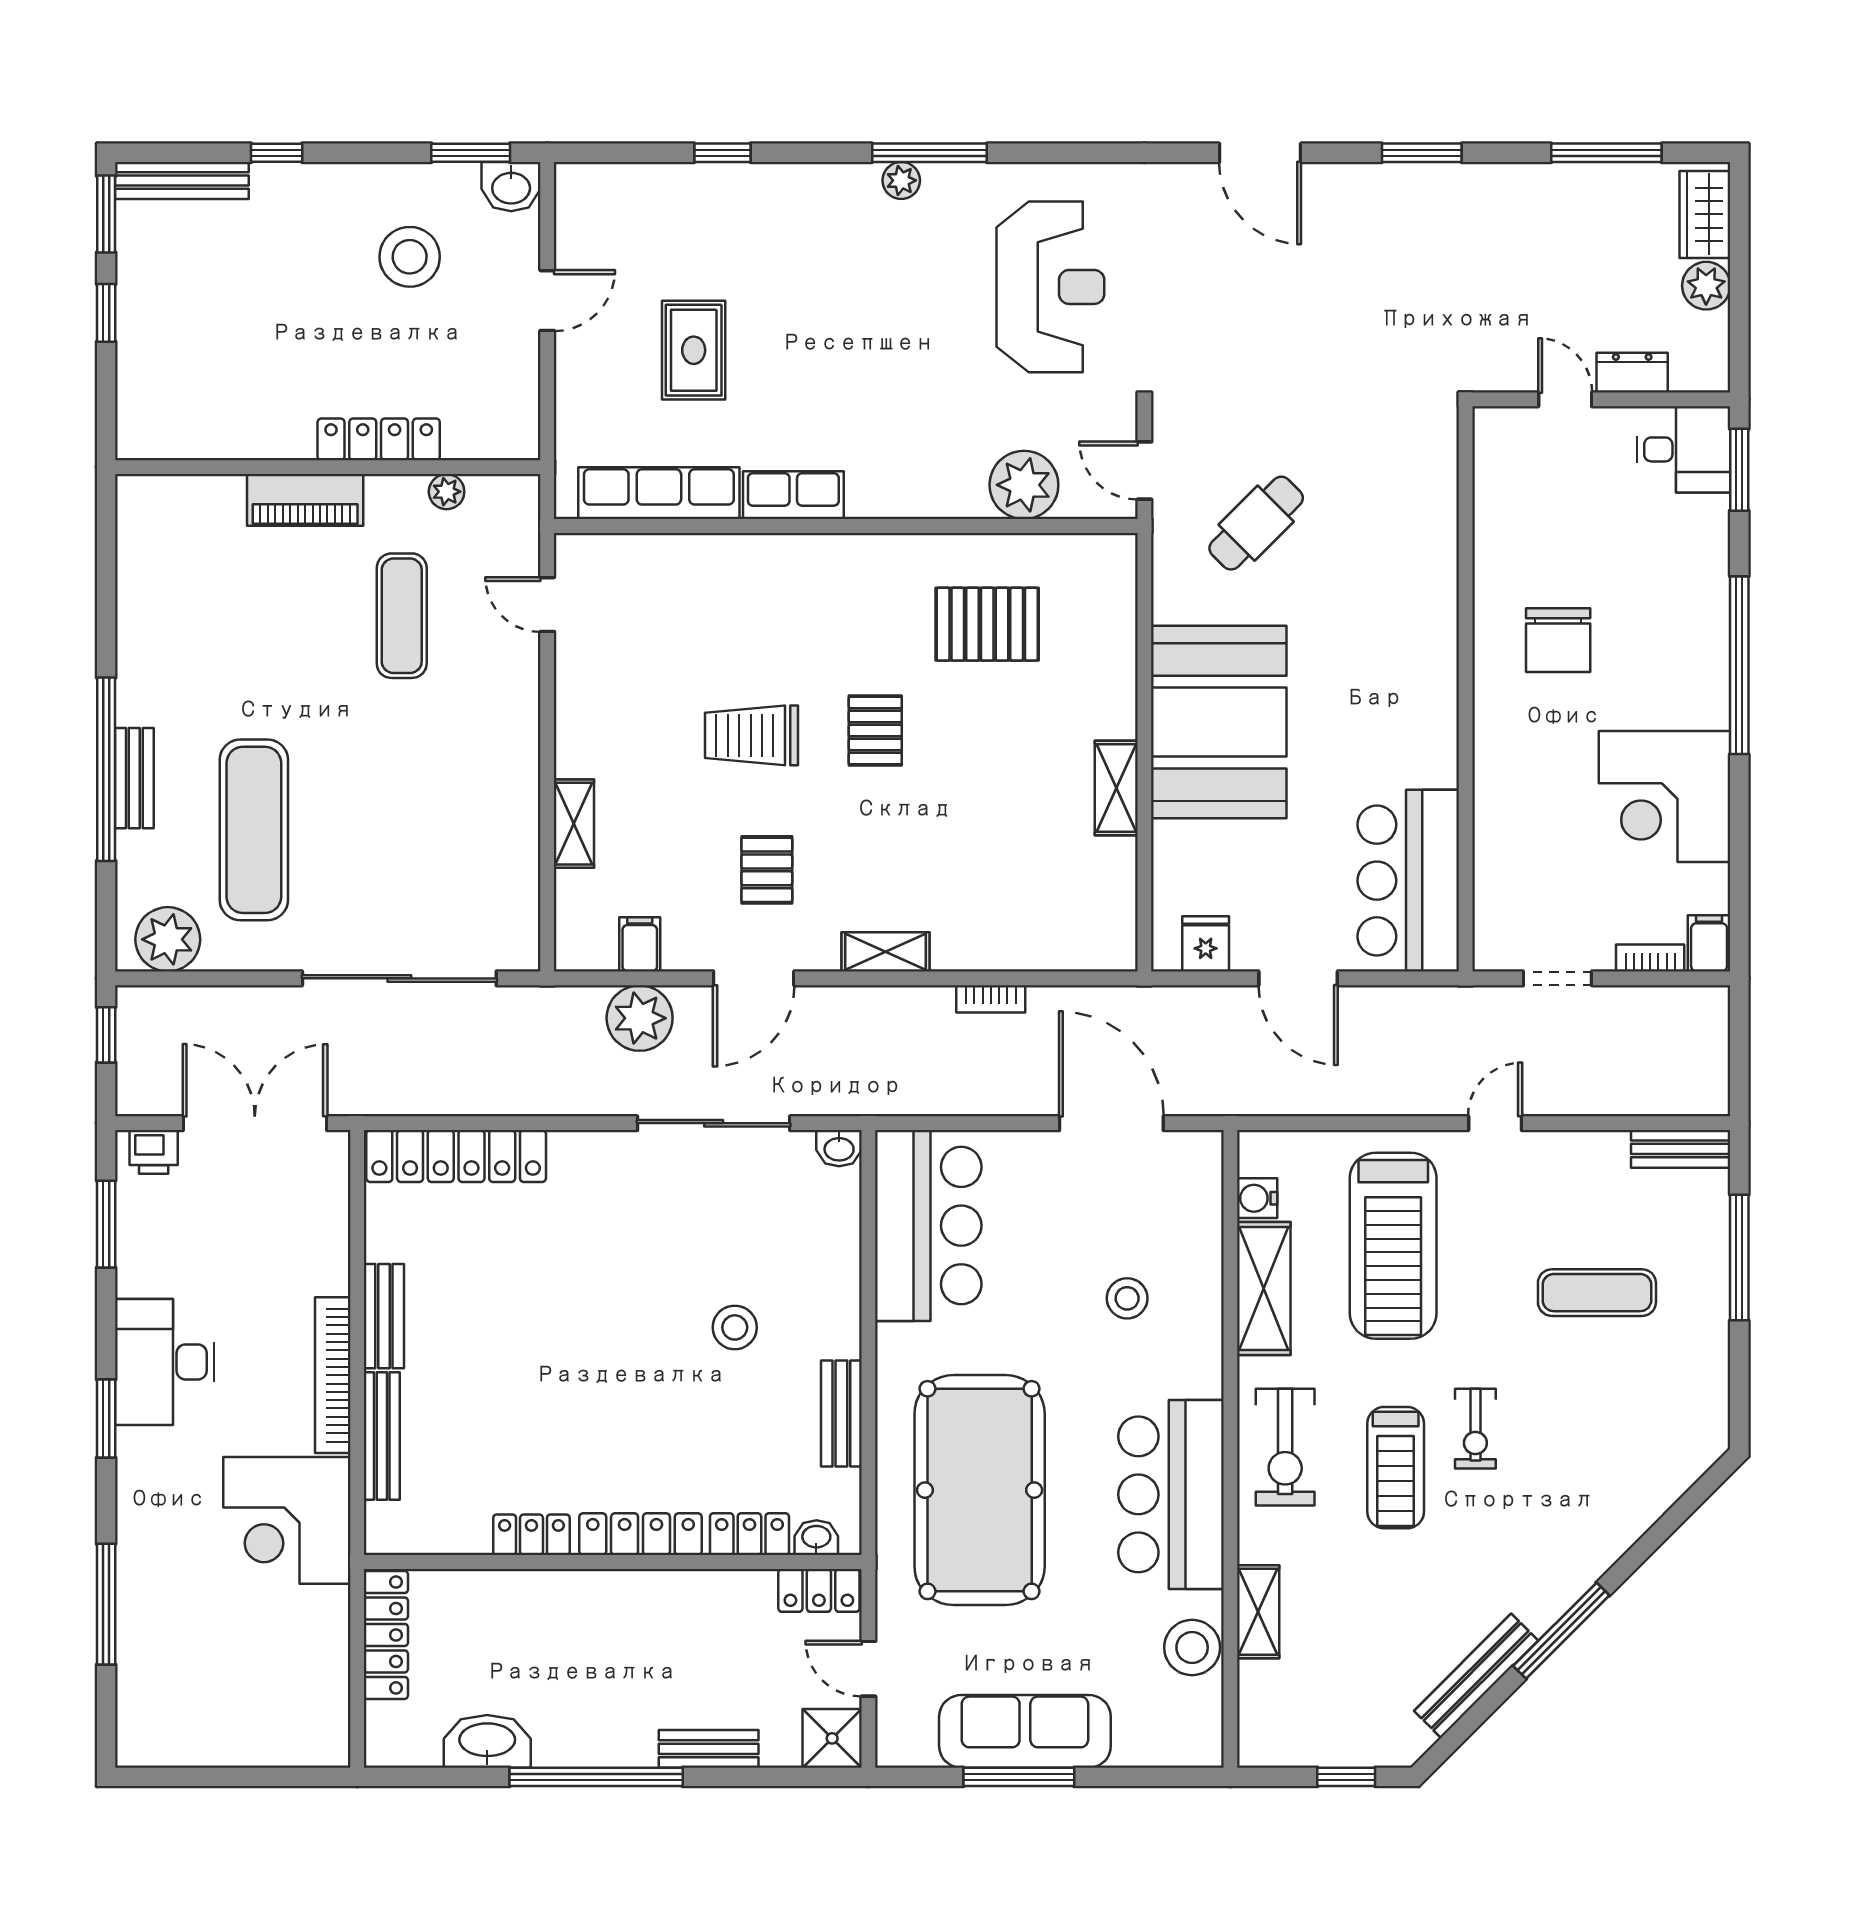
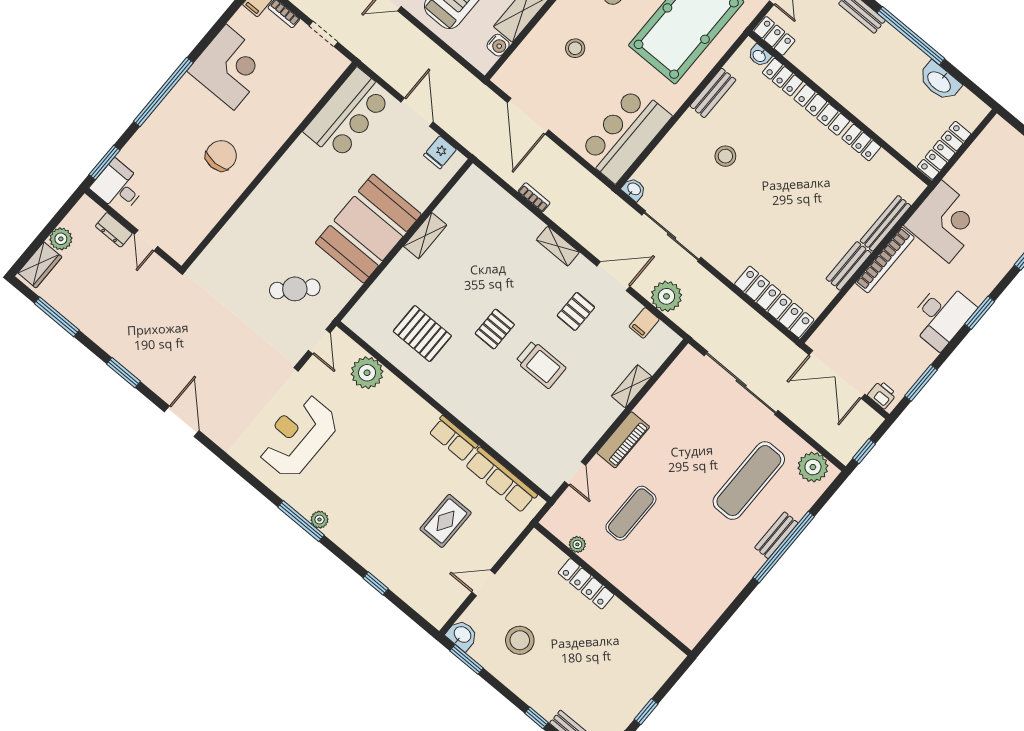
piano: (305, 500) -> (623, 440), moved, turned 90

